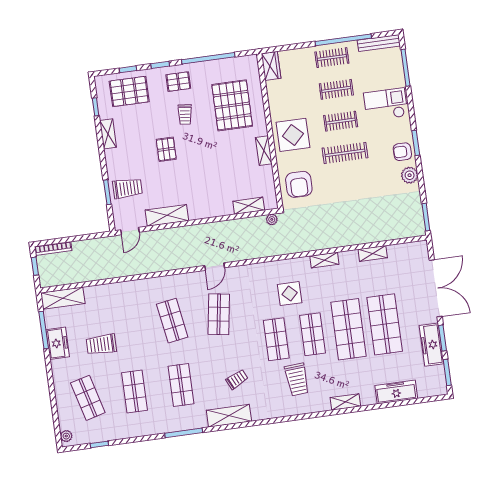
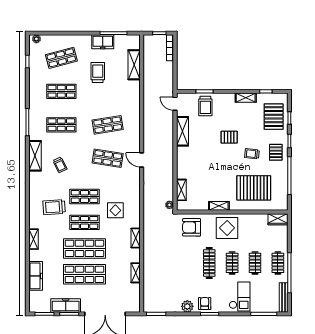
shelving: (63, 298) -> (134, 65), moved

